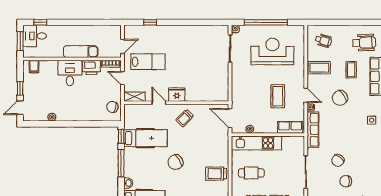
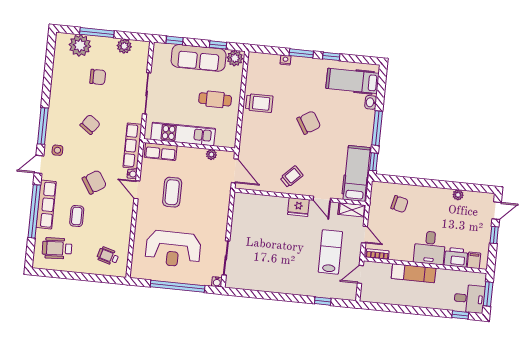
lab bench: (148, 62) -> (330, 252), turned 90
printer: (91, 67) -> (456, 257), moved
coffee table: (319, 68) -> (116, 223), removed
chair: (112, 107) -> (400, 204), moved
hospital bed: (145, 138) -> (357, 173), moved, turned 90
kitchen unit: (256, 143) -> (183, 134), moved
chair: (338, 160) -> (90, 125), moved

